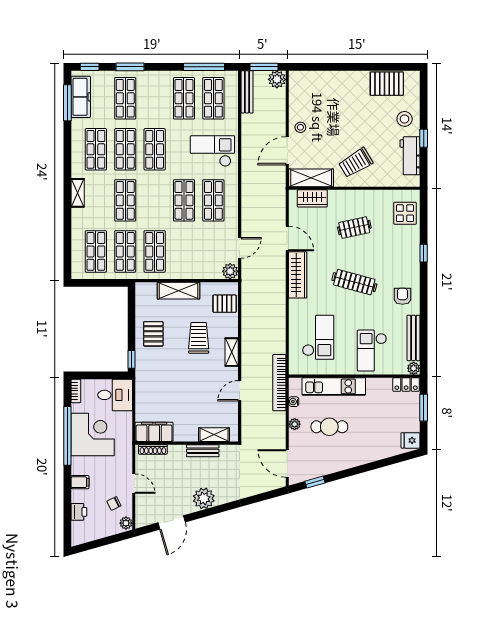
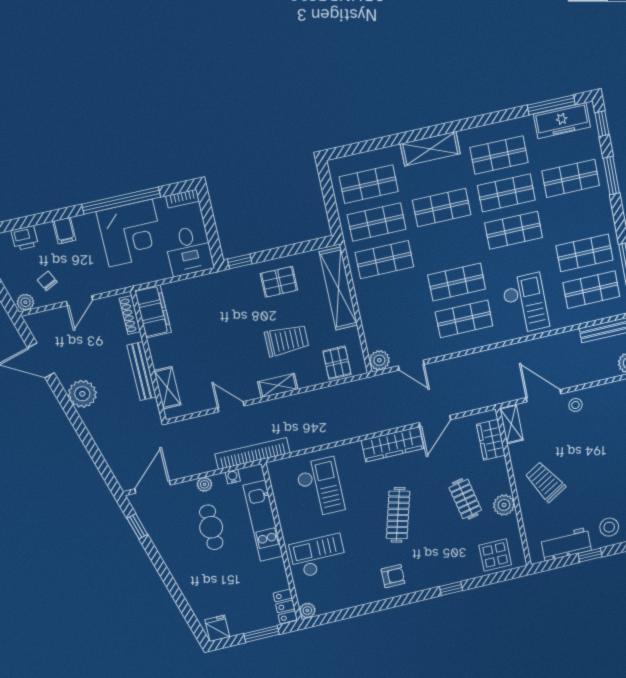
shelving: (311, 178) -> (511, 424), width x0.67, depth x0.75
shelving: (78, 193) -> (430, 149), width x1.50, depth x1.33
plant: (366, 198) -> (504, 505), added
shelving: (178, 291) -> (338, 289), width x1.47
checkout: (318, 337) -> (320, 487), turned -90
bench: (413, 338) -> (345, 601), removed
bench: (203, 451) -> (142, 371), width x1.36

